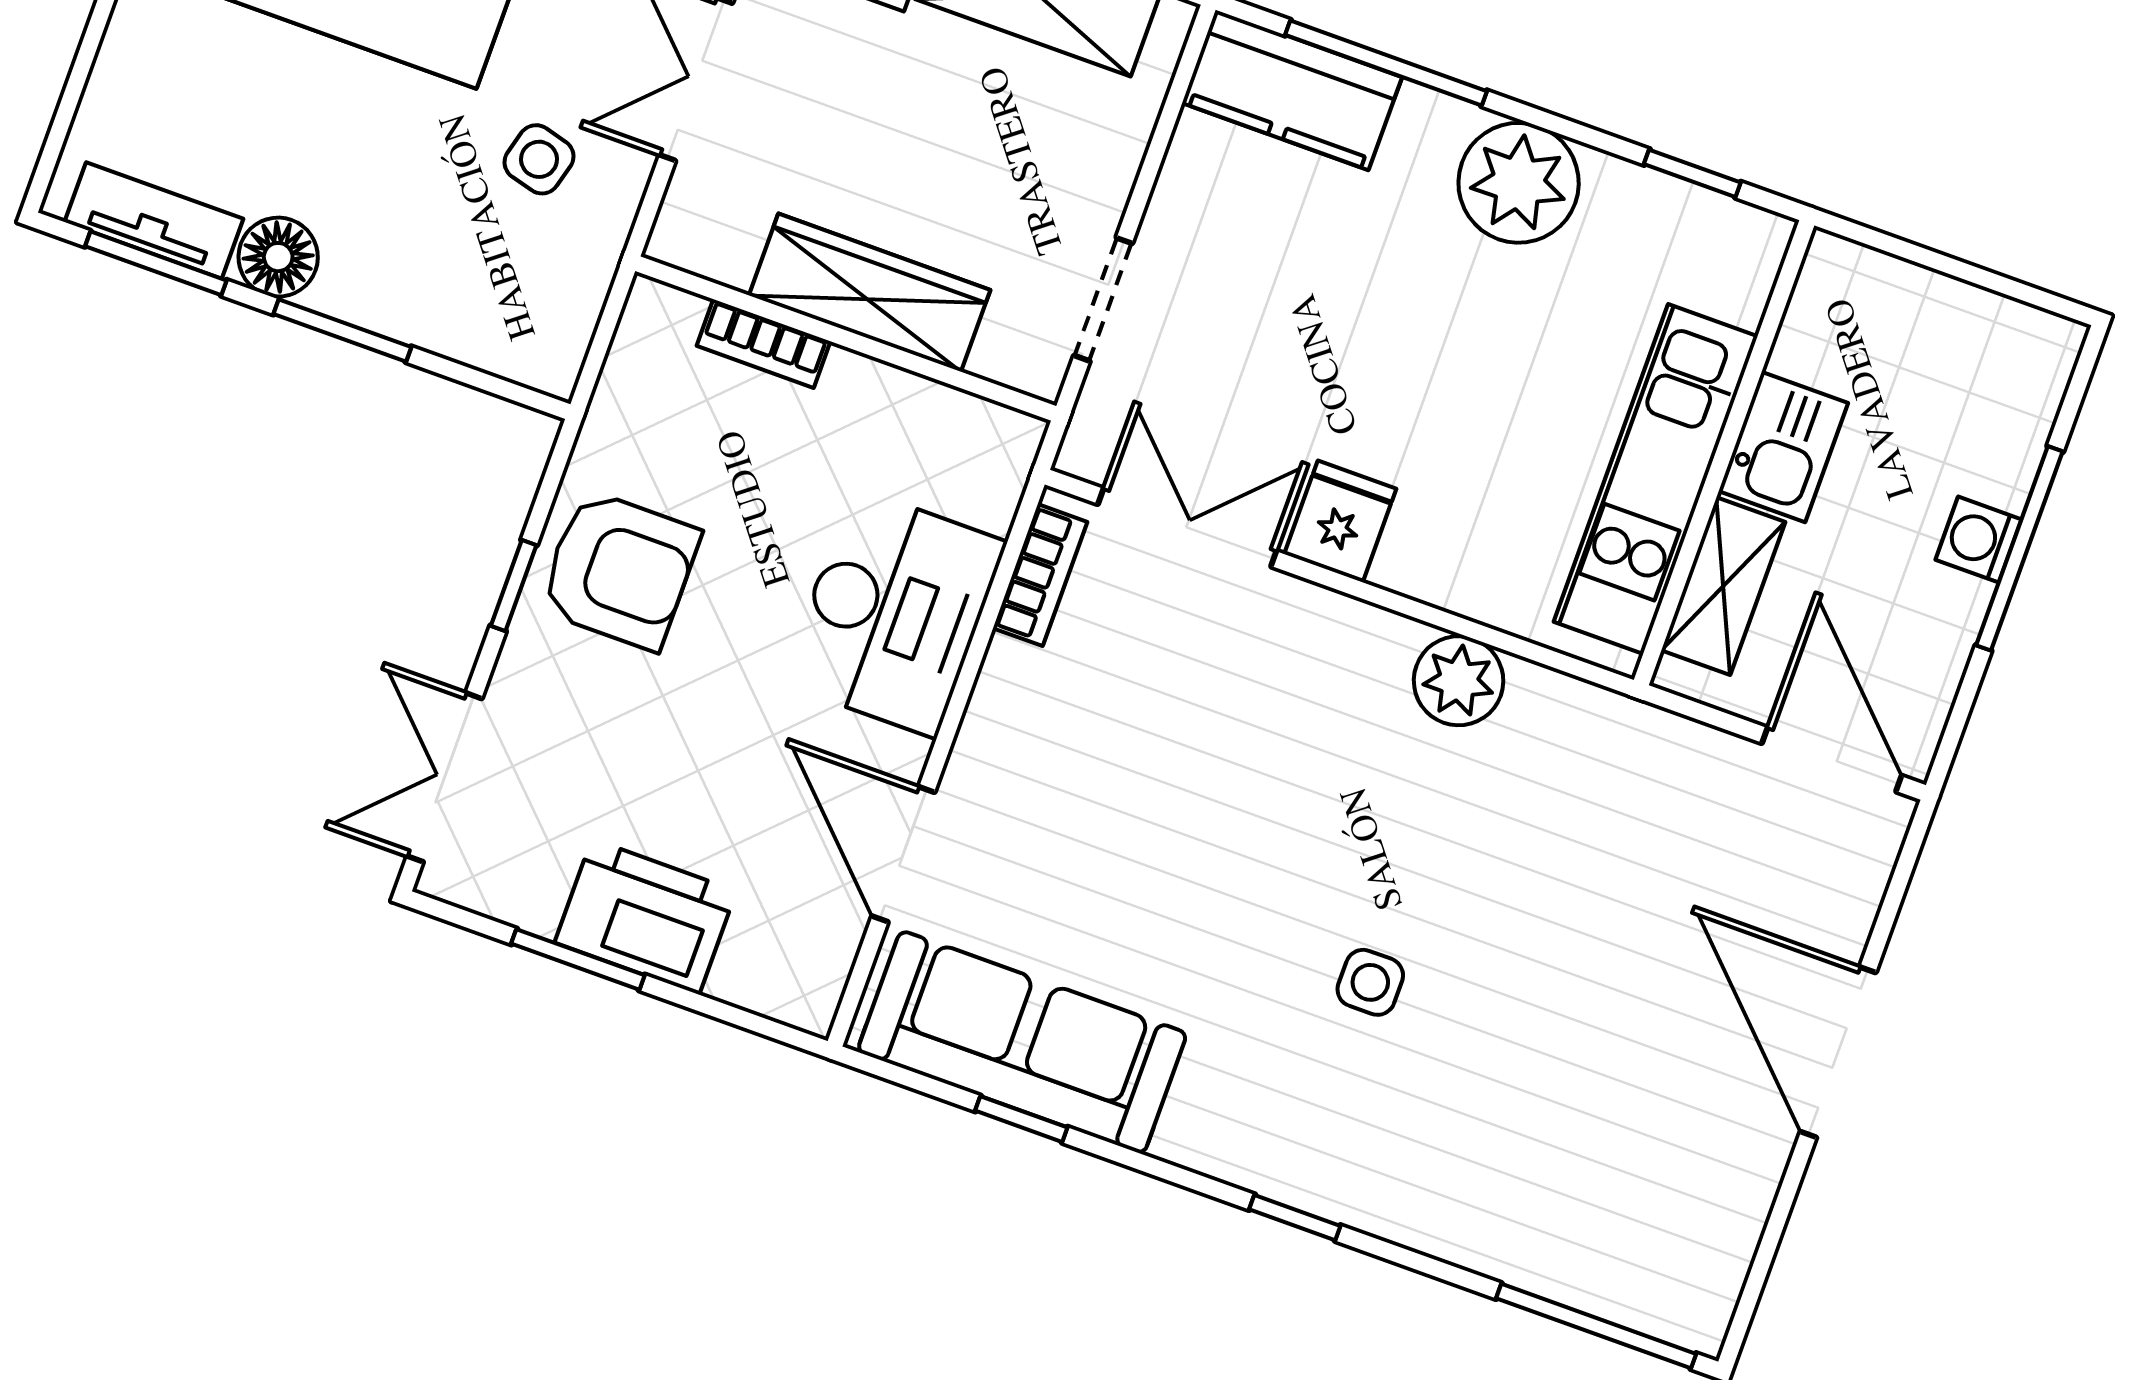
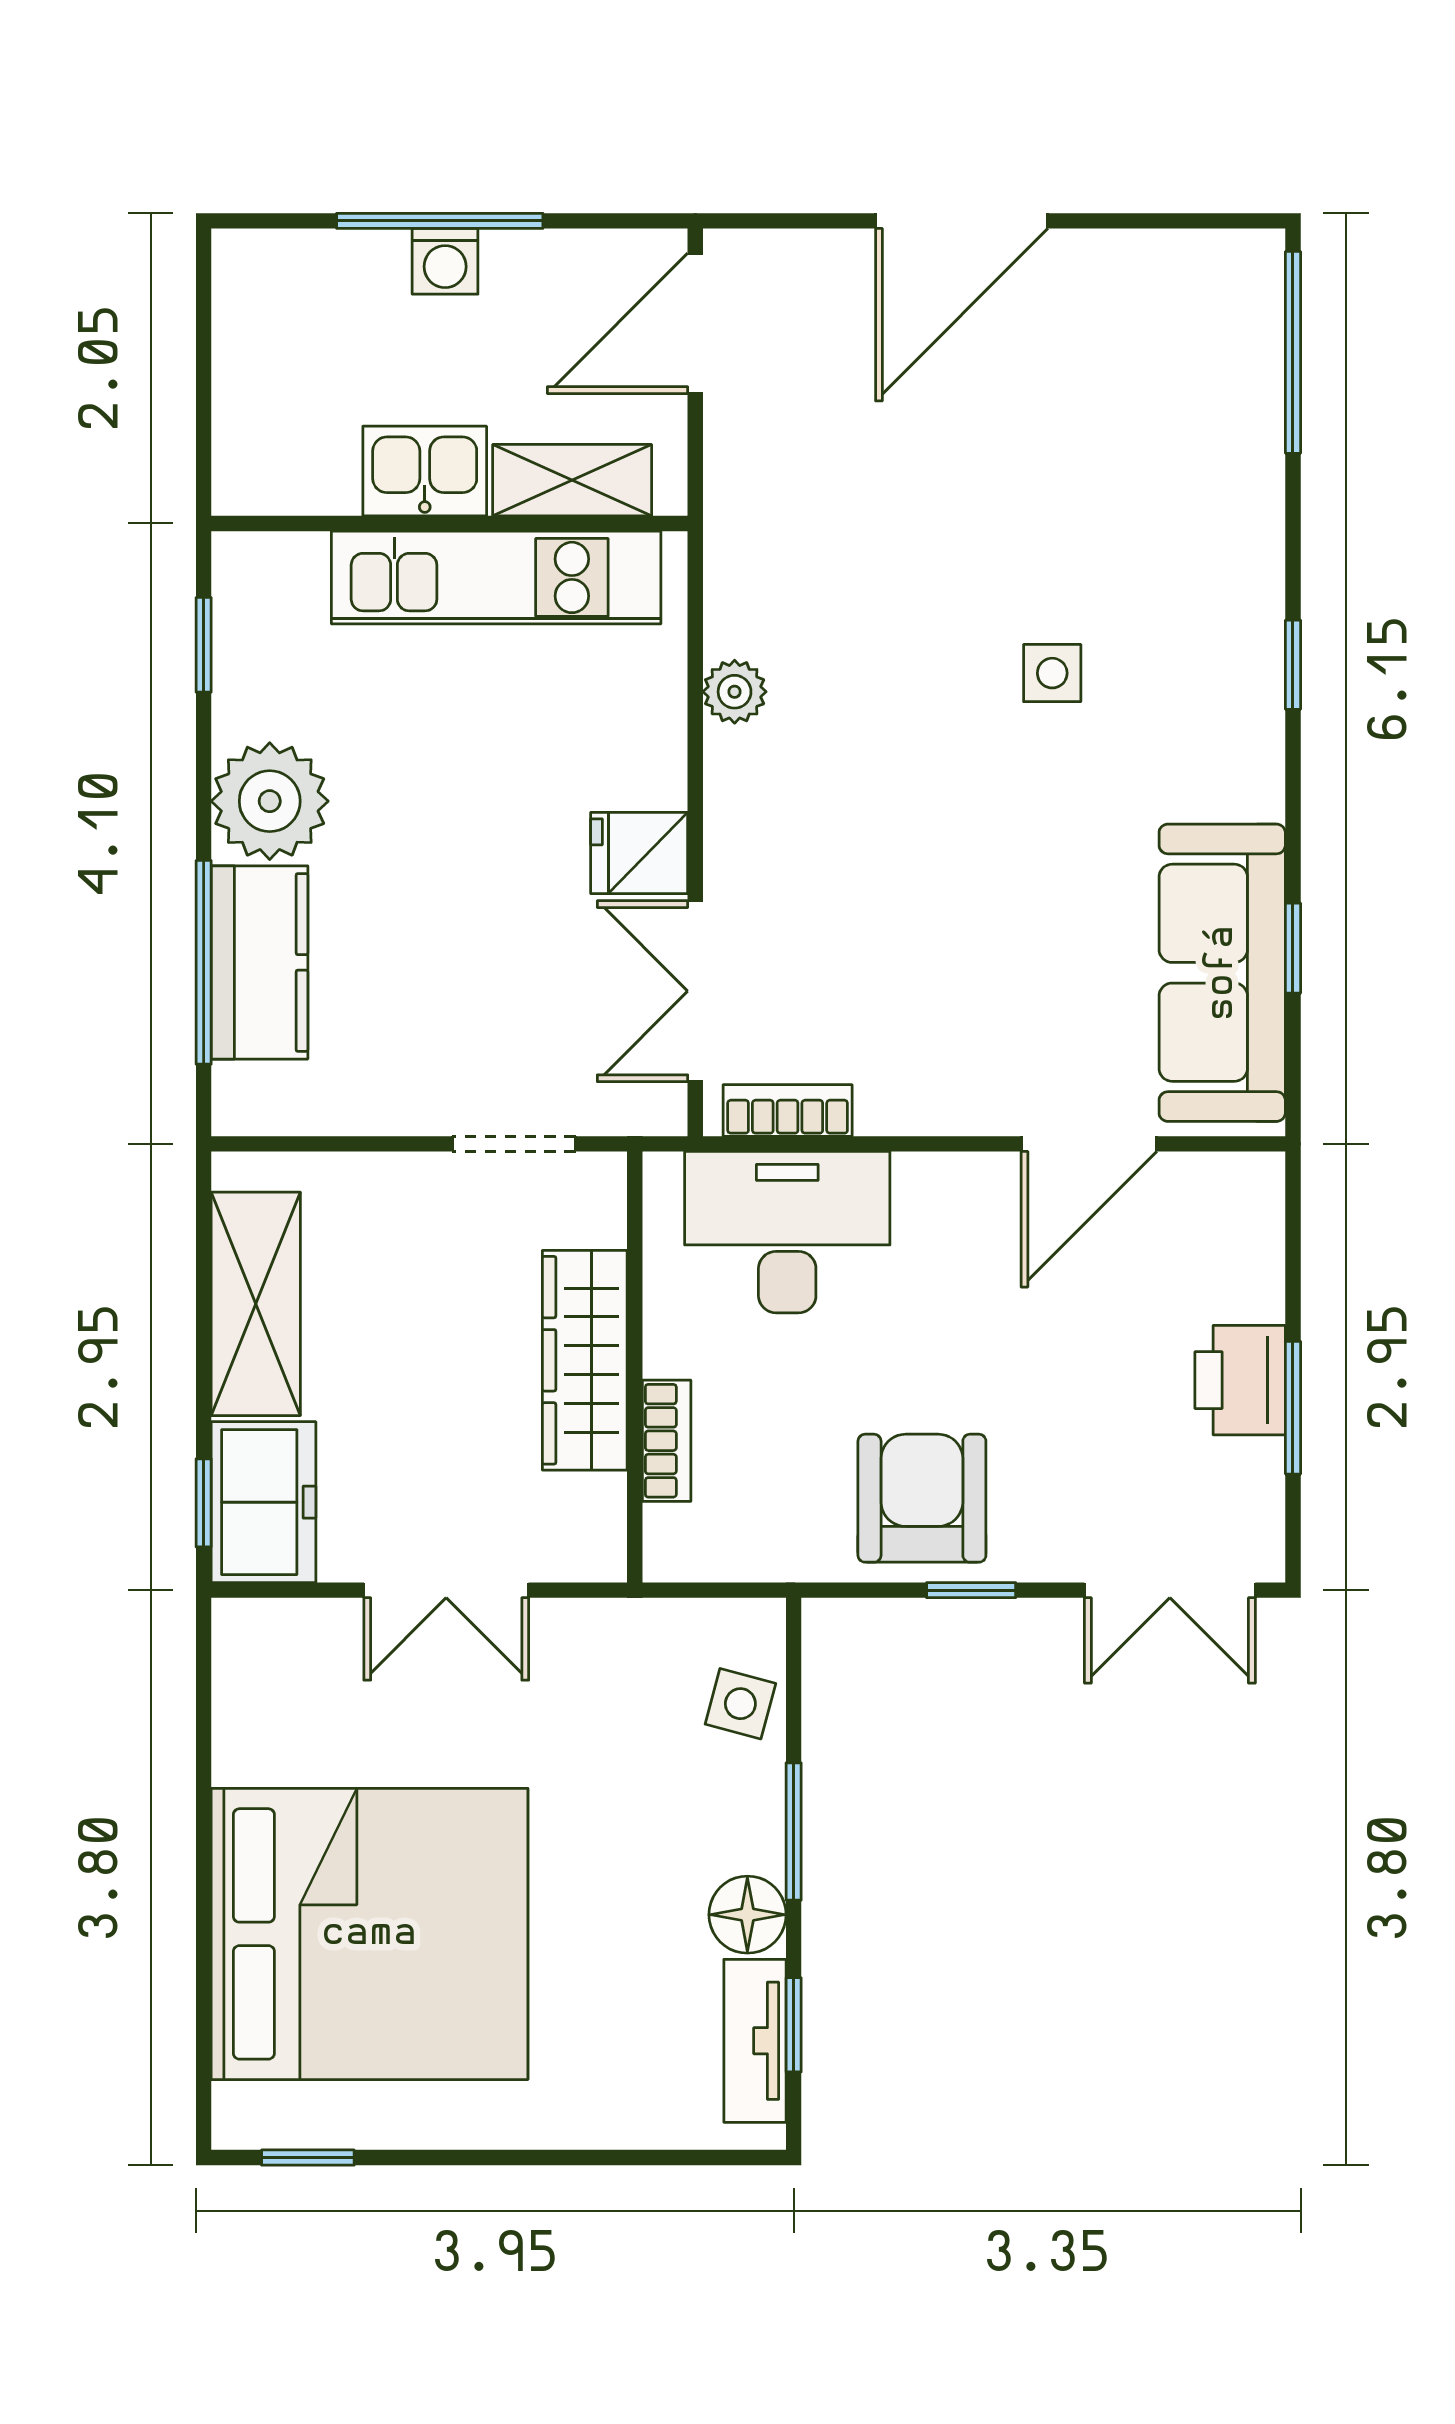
kitchen counter: (1292, 90) -> (259, 962), moved
side table: (539, 159) -> (740, 1704), moved
window: (156, 263) -> (794, 2025), width x0.67
desk: (894, 613) -> (787, 1232), moved
plant: (1459, 681) -> (735, 692), width x0.73, depth x0.73
printer: (645, 917) -> (1240, 1380), width x0.73, depth x0.84

